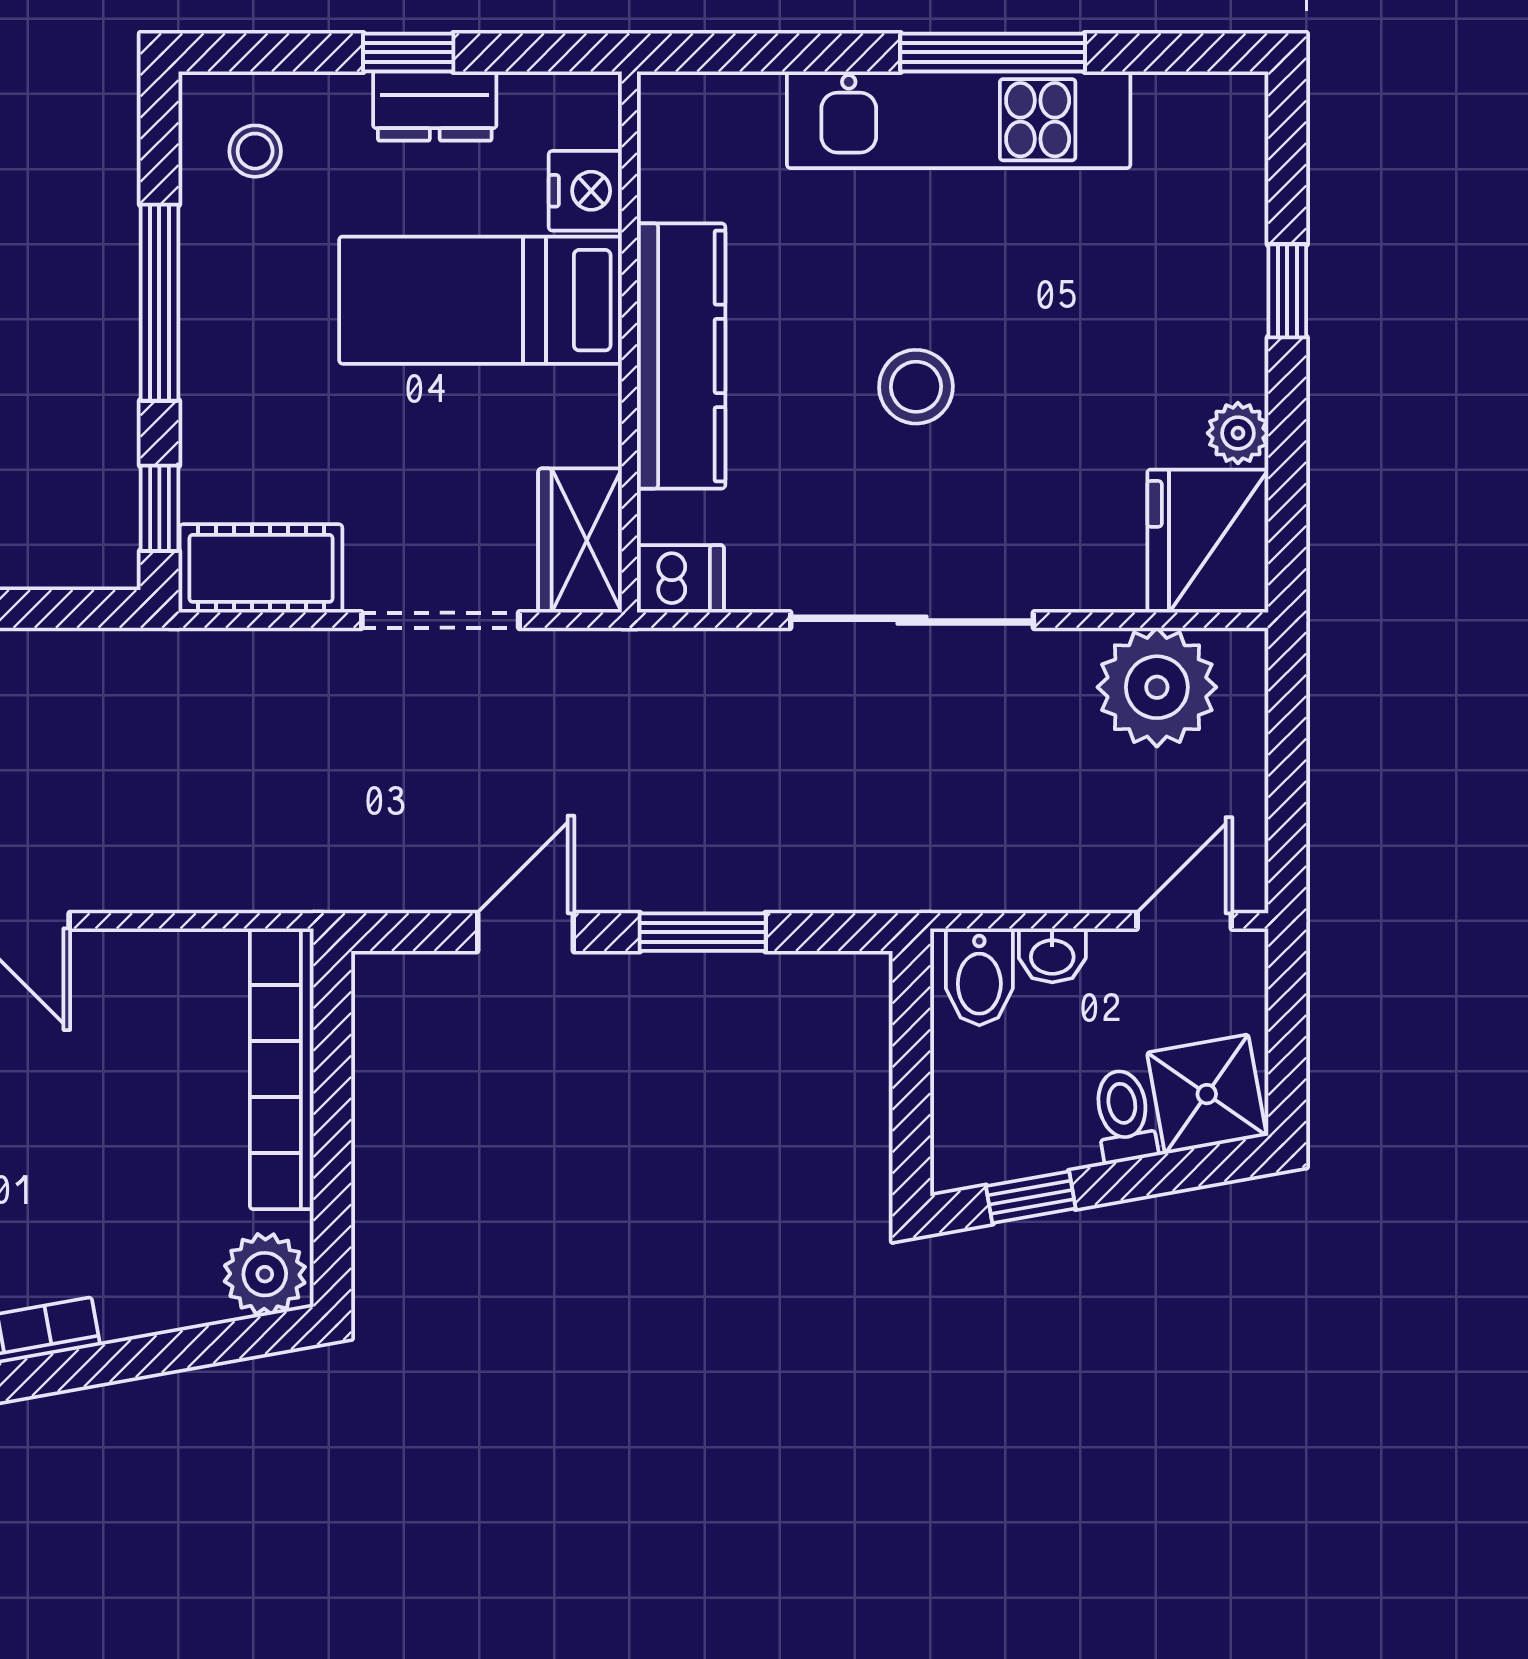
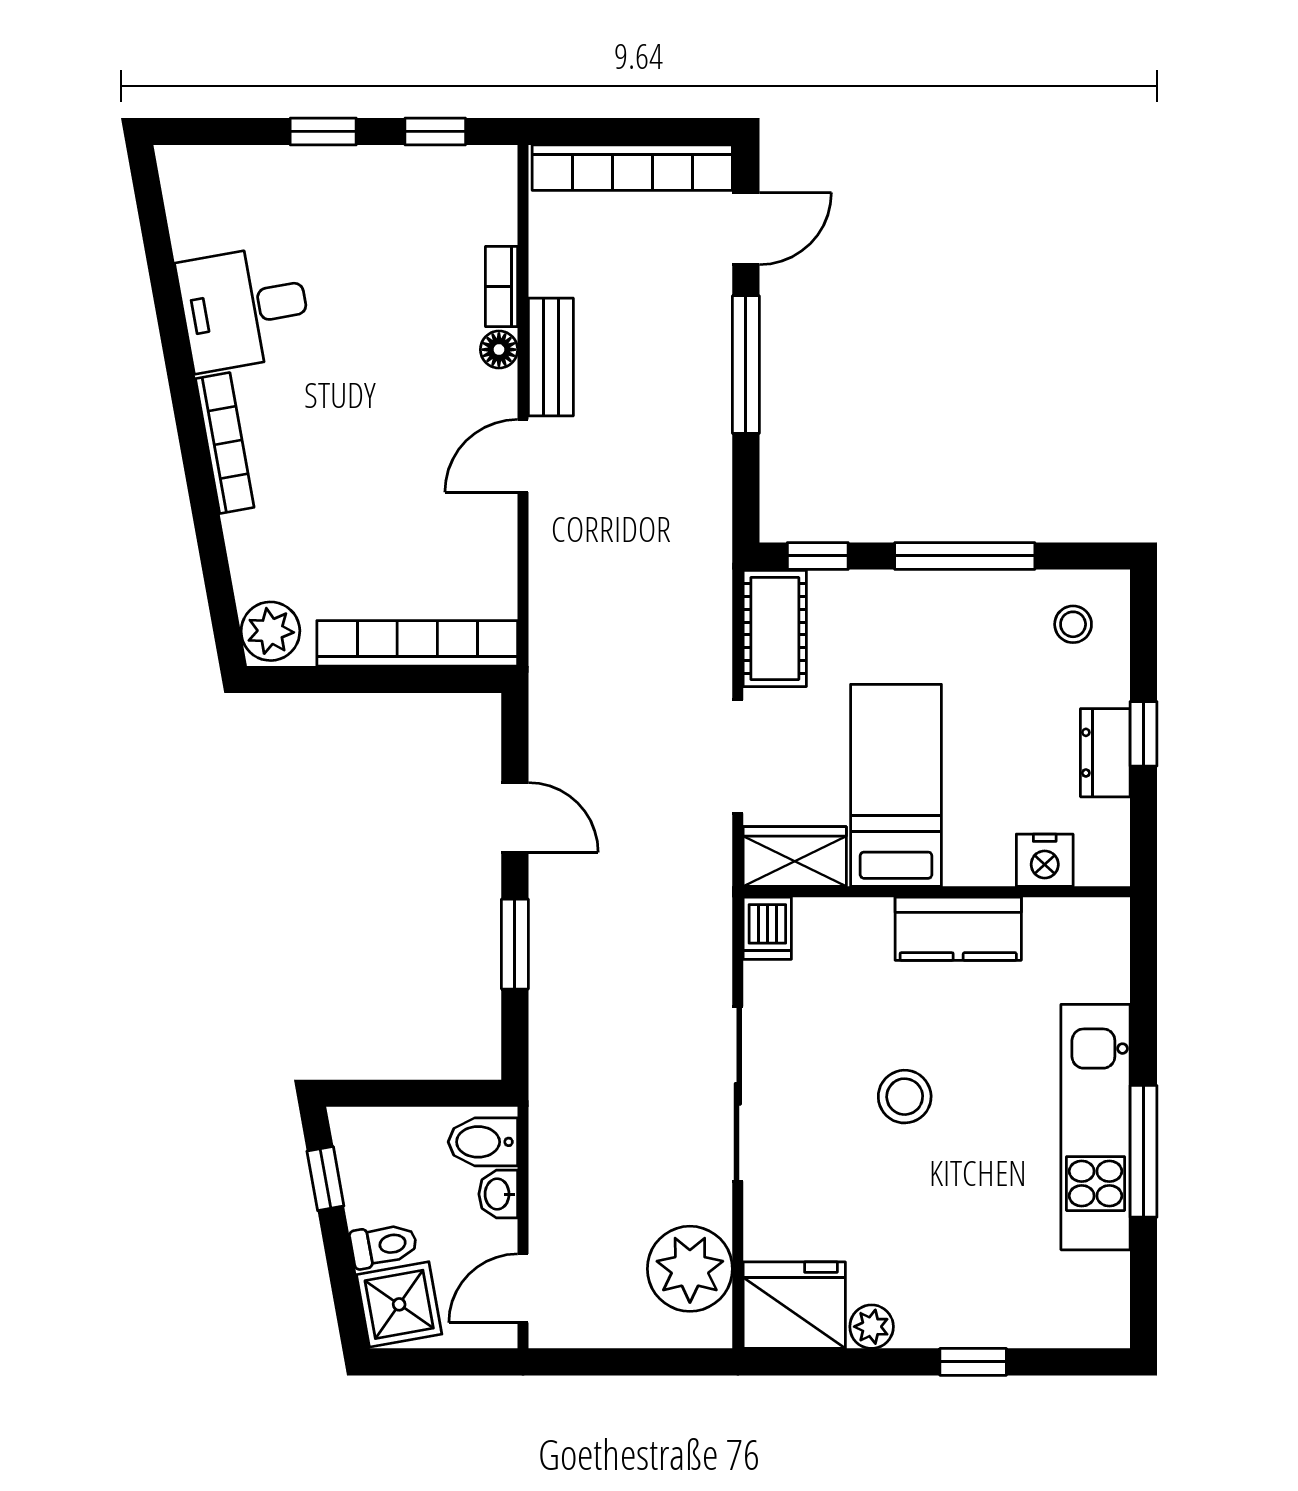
bed: (481, 300) -> (896, 785), moved
kitchen counter: (681, 356) -> (958, 929), width x0.67
door: (1184, 921) -> (523, 1288), swing flipped

